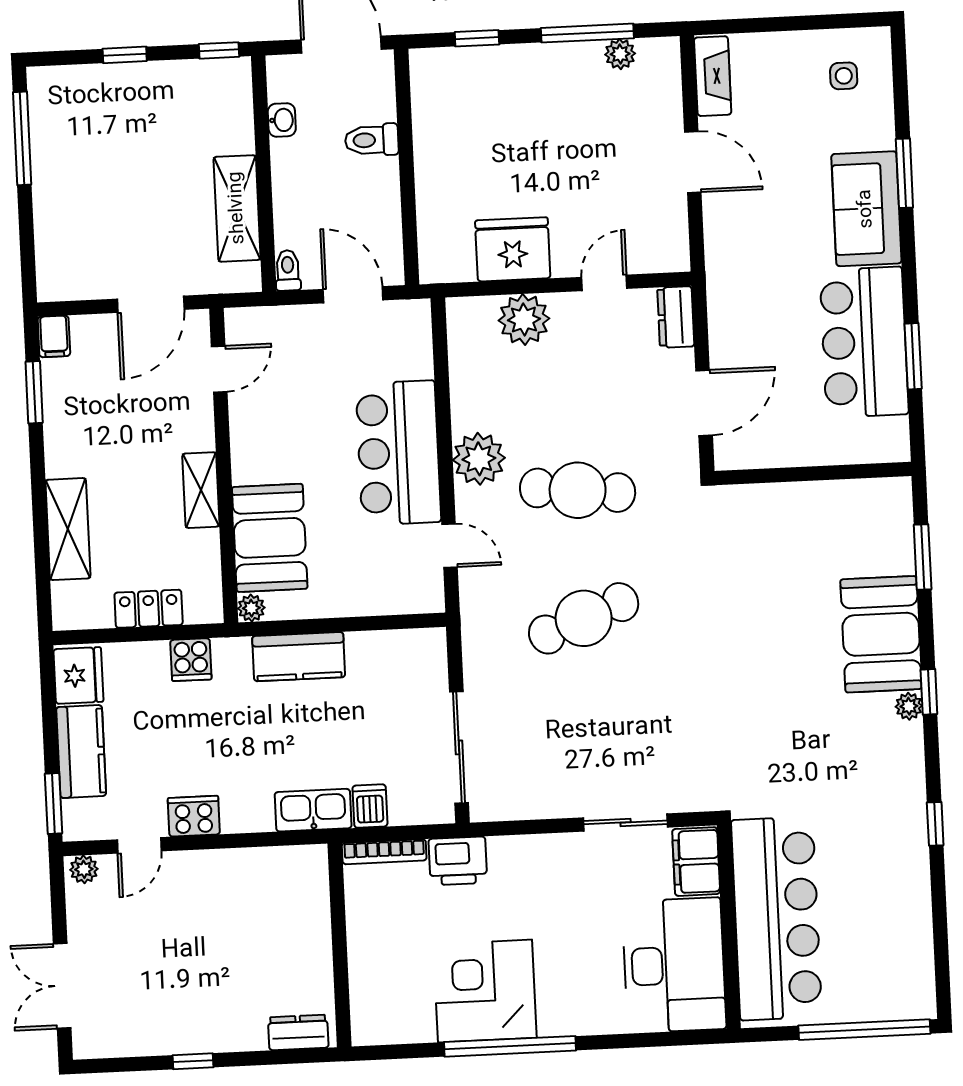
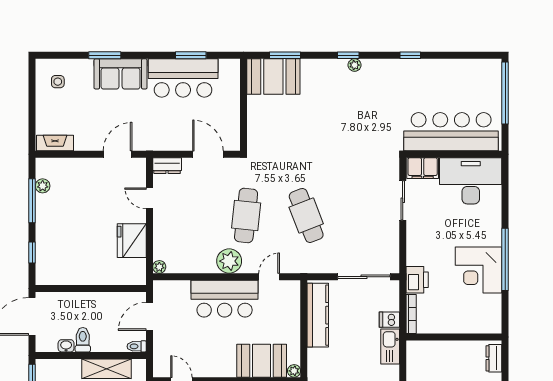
toilet: (372, 140) -> (83, 340), moved, turned 180
door: (693, 162) -> (118, 154), moved
plant: (524, 320) -> (159, 267), moved, width x0.53, depth x0.53
booth: (881, 634) -> (273, 76), moved
kitchen counter: (299, 657) -> (318, 315), moved, width x1.50

